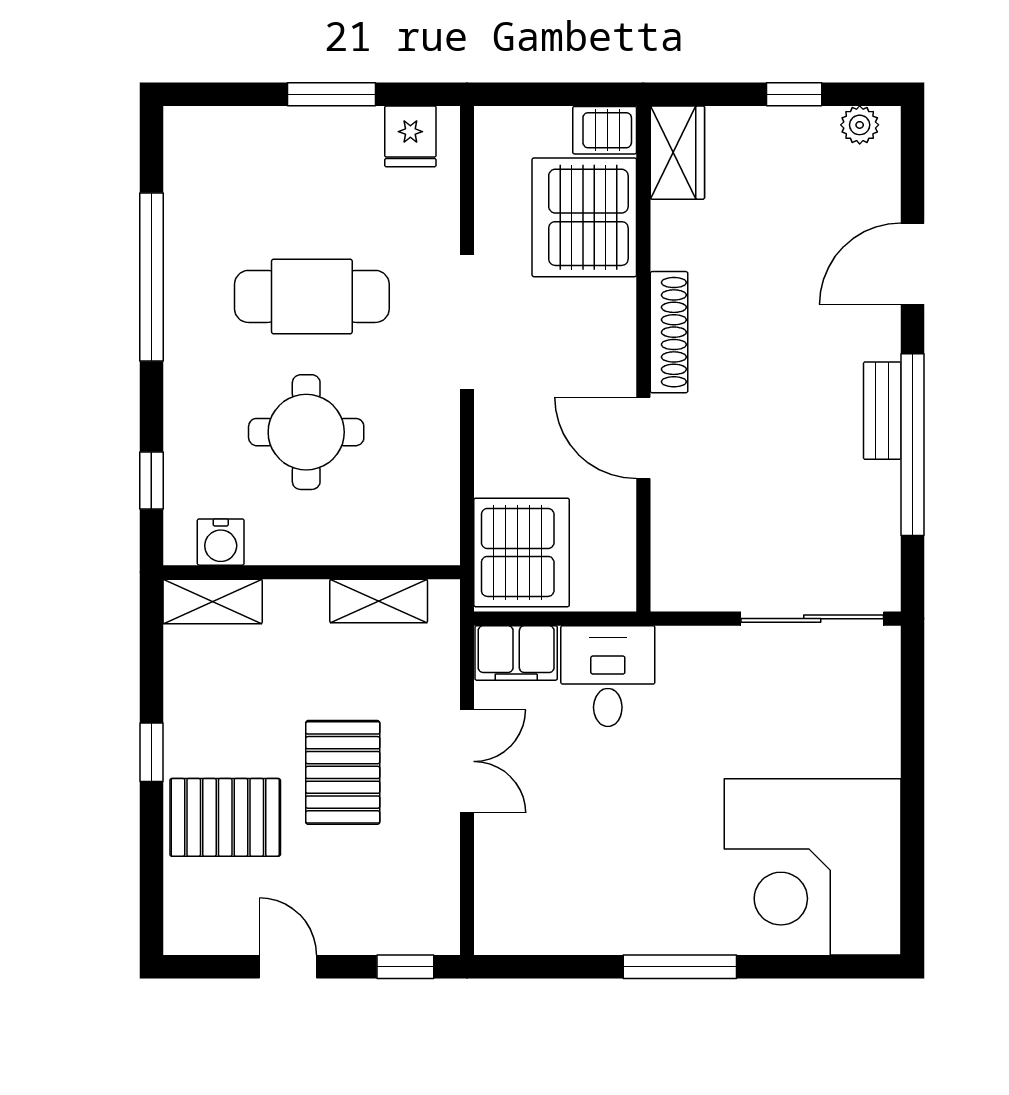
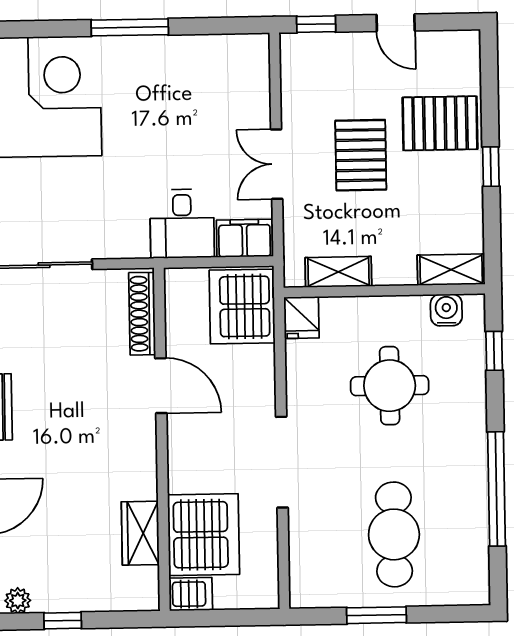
fridge: (410, 136) -> (301, 318), moved, turned 180
wardrobe: (677, 153) -> (140, 533), moved
cafe table: (312, 296) -> (394, 534), moved, turned 90
shoe rack: (669, 332) -> (142, 314), moved

